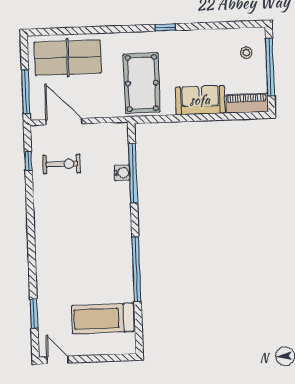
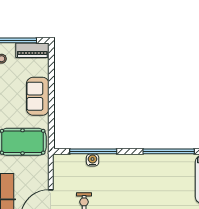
piano: (247, 103) -> (32, 50), moved, turned -90

